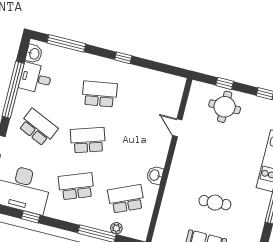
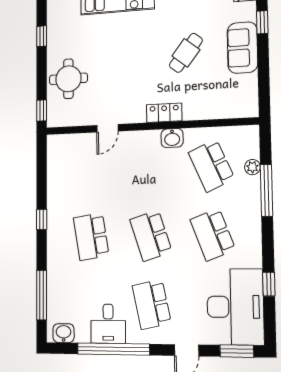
desk: (35, 78) -> (108, 324), moved
window: (225, 83) -> (42, 110), moved
school desk: (38, 127) -> (152, 304), turned -36
locker: (175, 174) -> (164, 113), added
cafe table: (215, 203) -> (186, 53), turned 42

